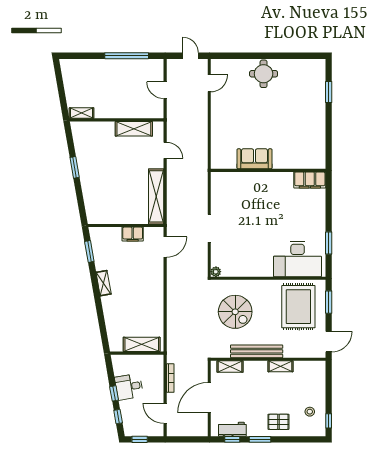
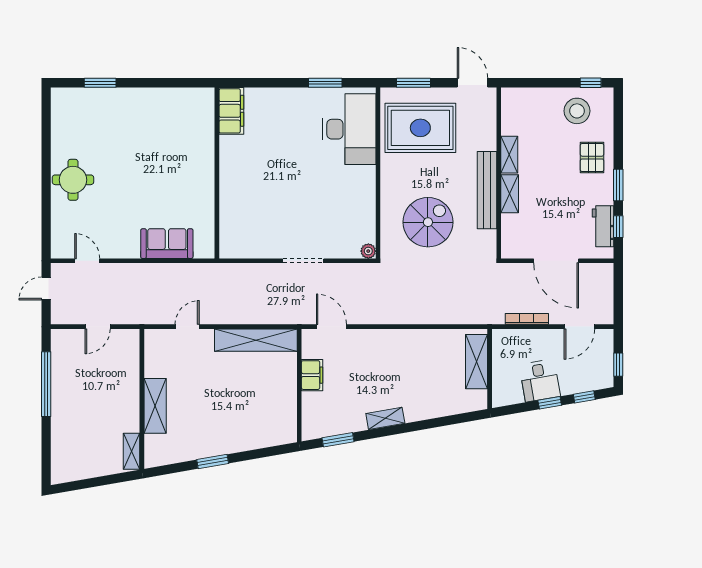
shelving: (134, 129) -> (155, 406), moved
sofa: (254, 159) -> (167, 244), moved, turned 90
shelving: (230, 367) -> (510, 194), moved
stool: (310, 412) -> (577, 111), width x1.89, depth x1.89

